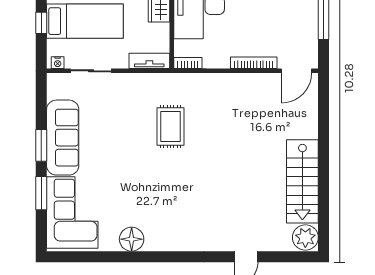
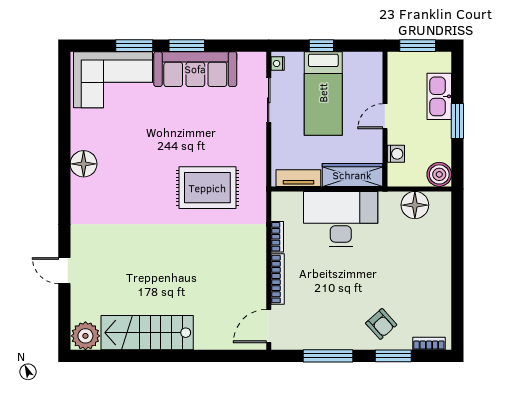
tv unit: (149, 61) -> (298, 178), moved, turned -90
bookcase: (188, 63) -> (277, 237), moved
door: (296, 71) -> (269, 326), hinge flipped
rug: (171, 127) -> (207, 188), width x1.36, depth x1.43
floor lamp: (132, 239) -> (84, 164), moved

